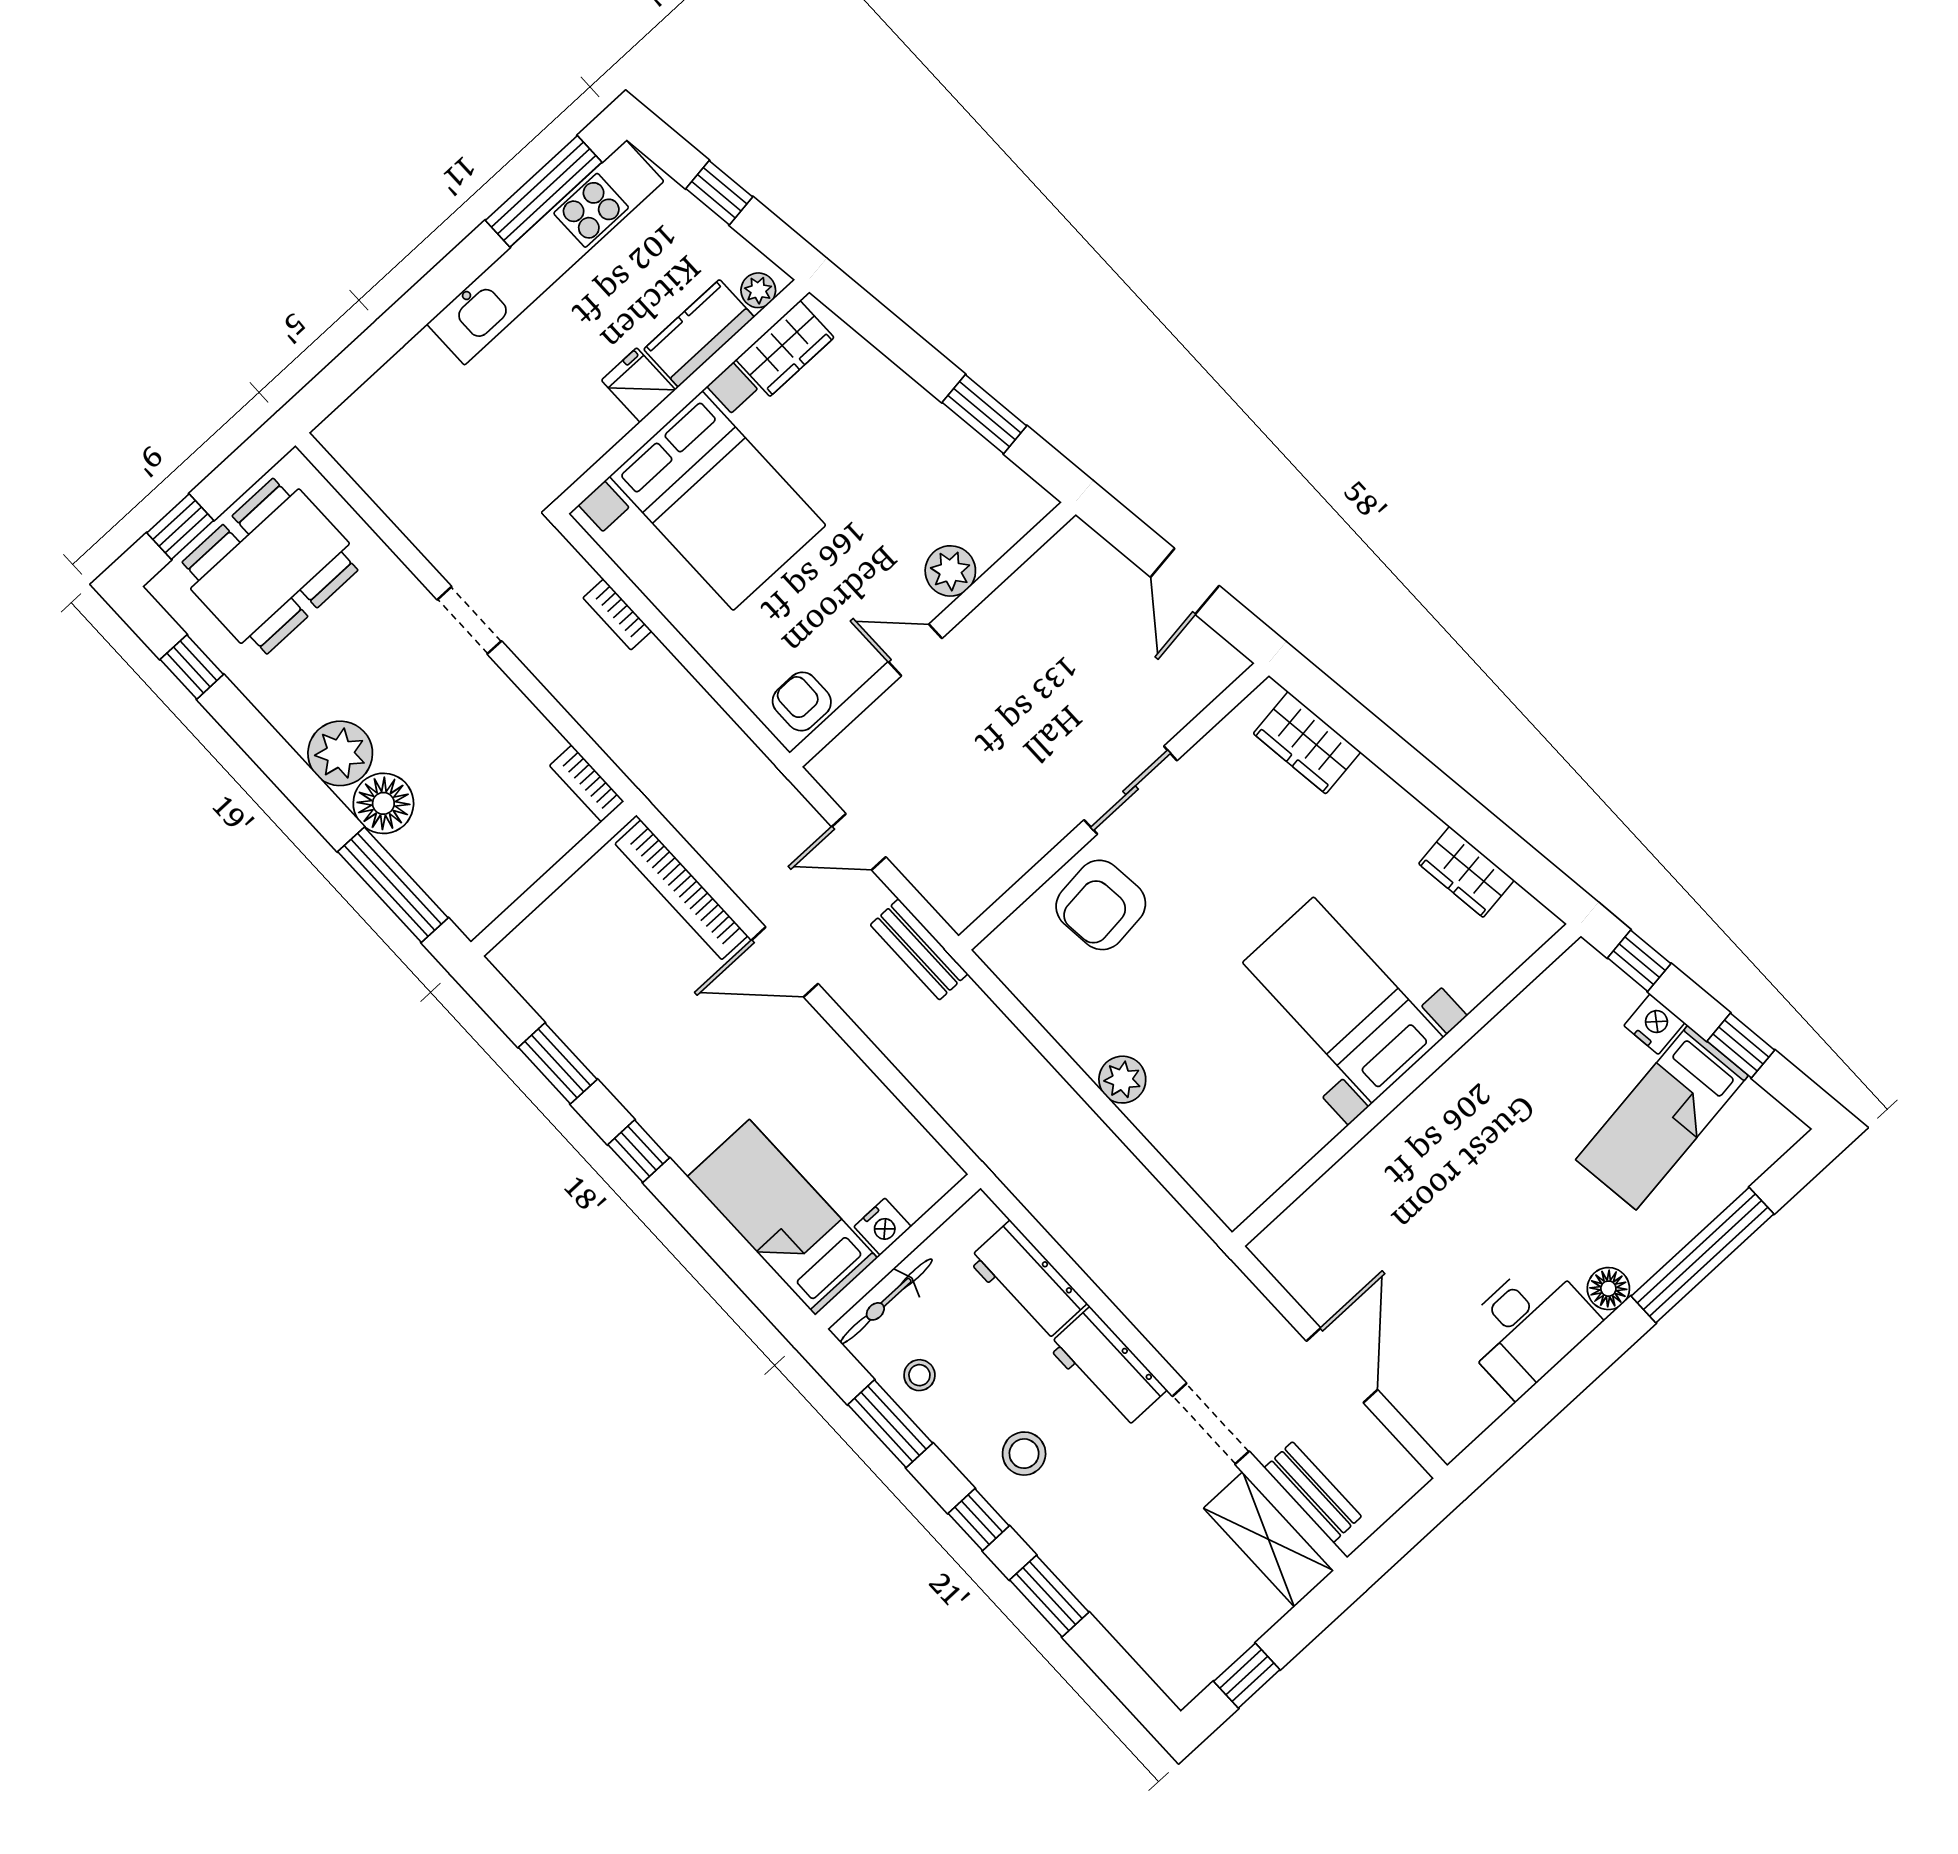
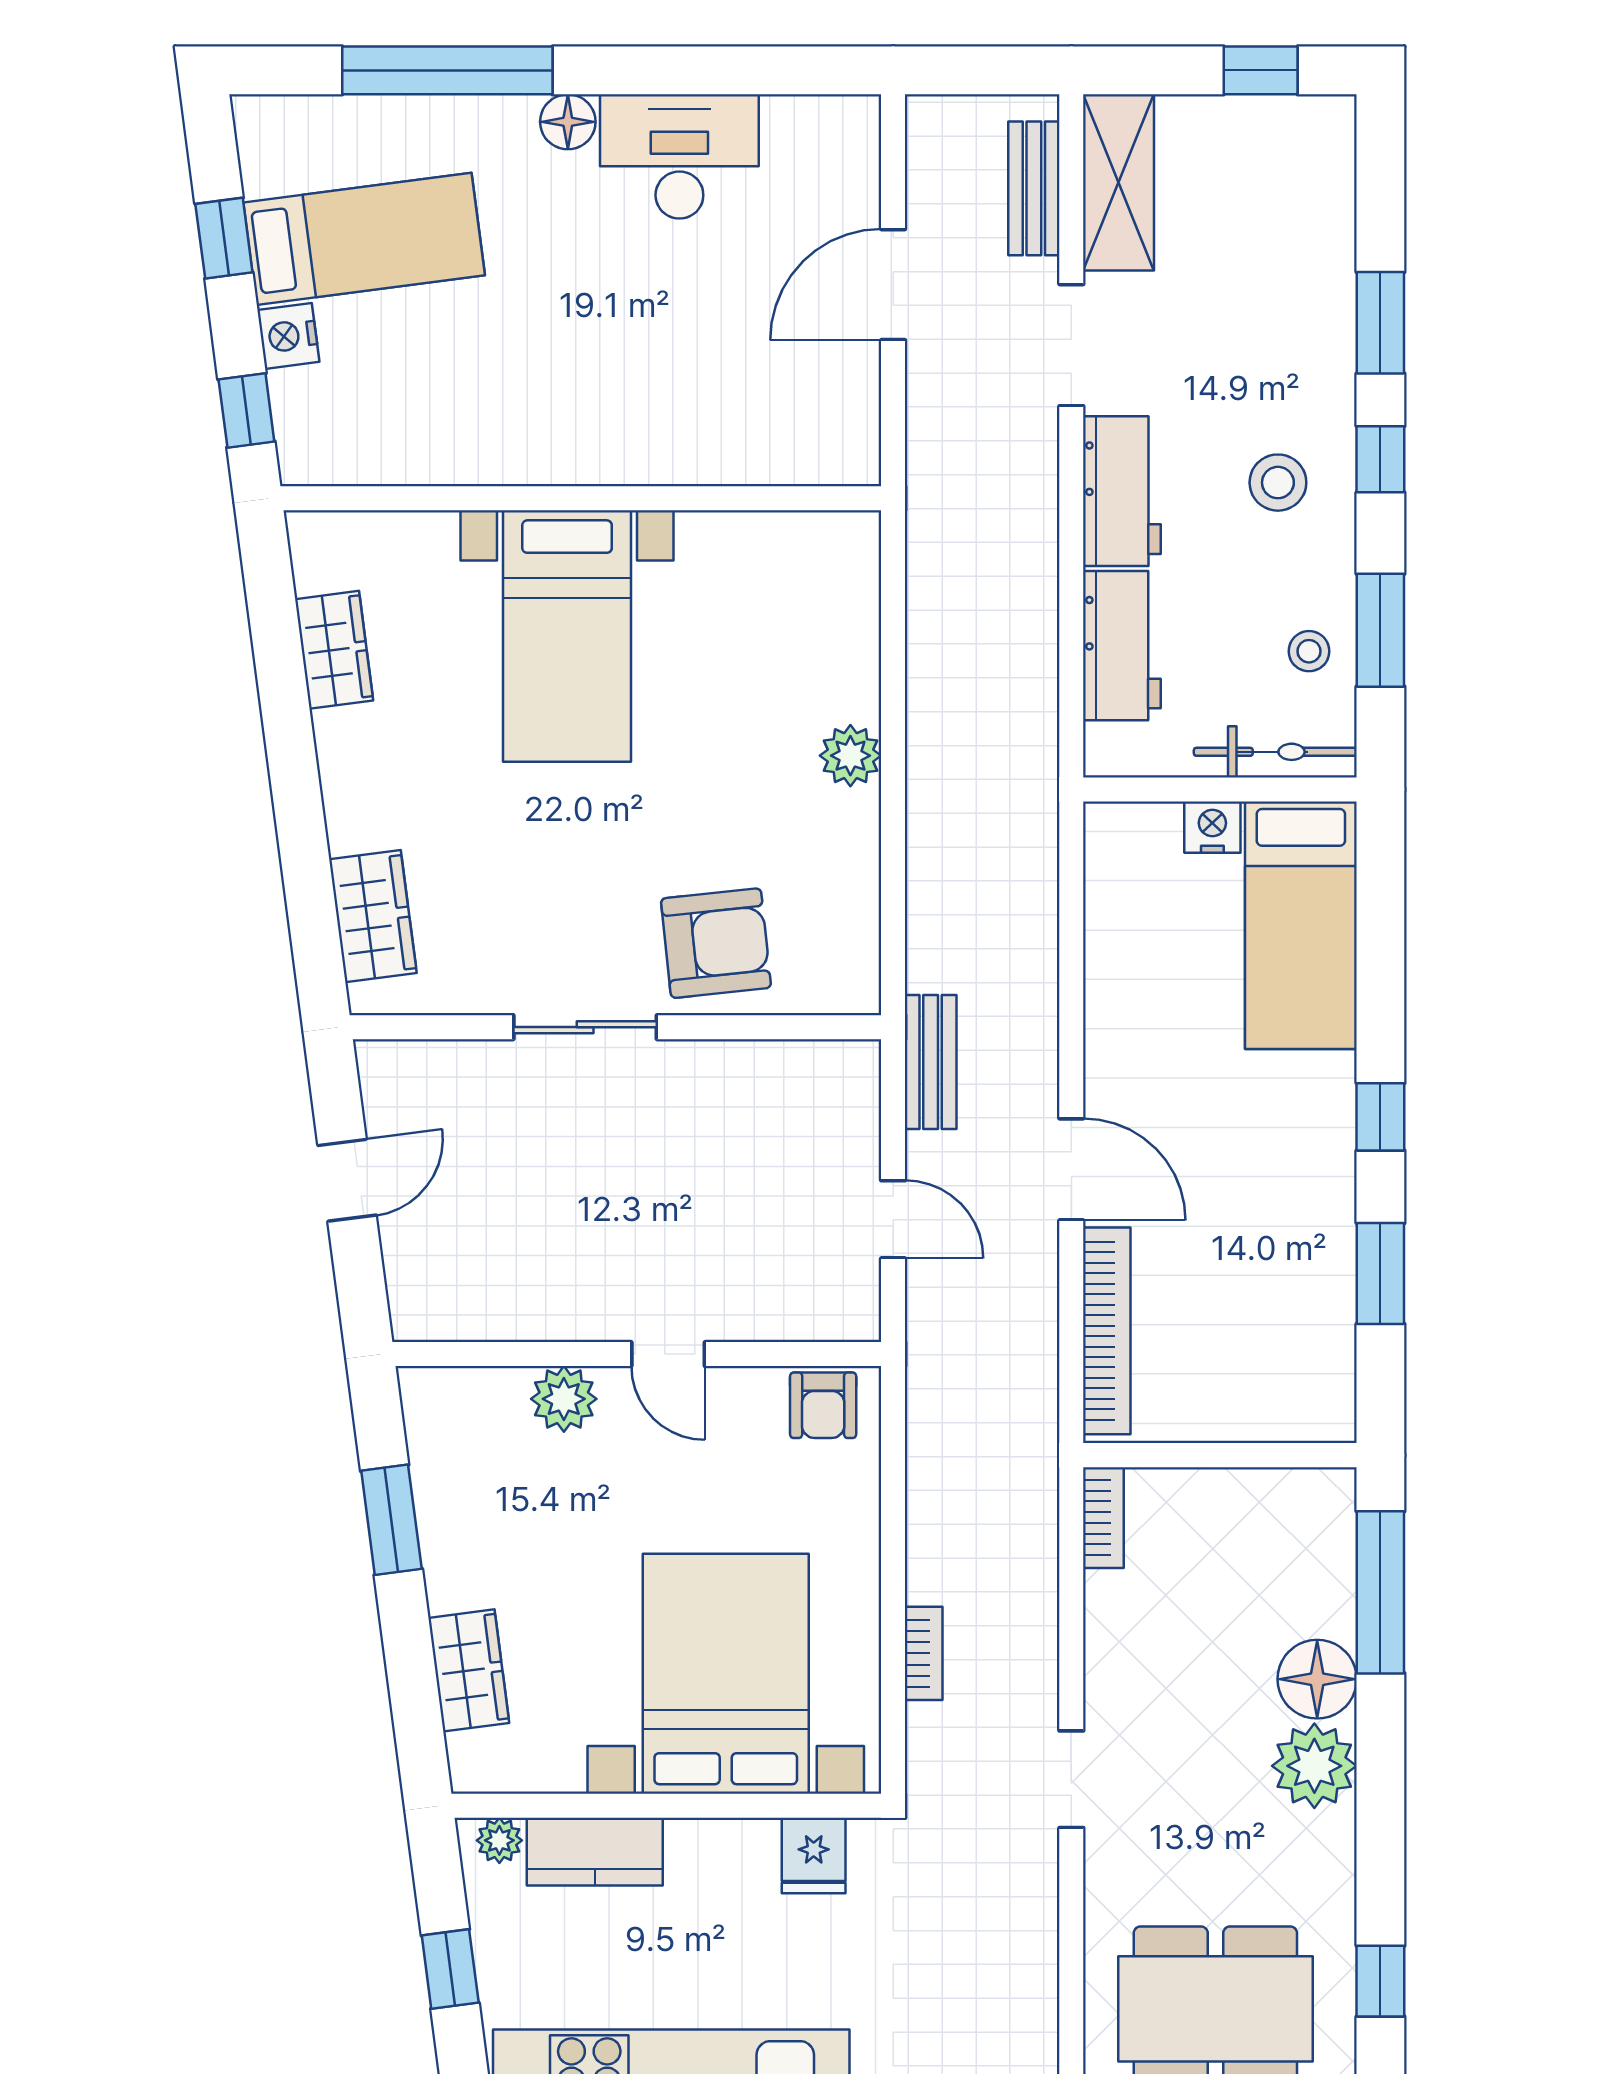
wardrobe: (785, 349) -> (469, 1670), moved, turned 83
fridge: (639, 385) -> (814, 1855), moved

